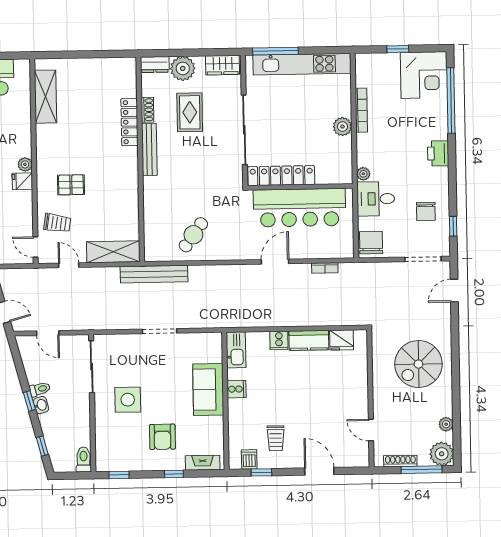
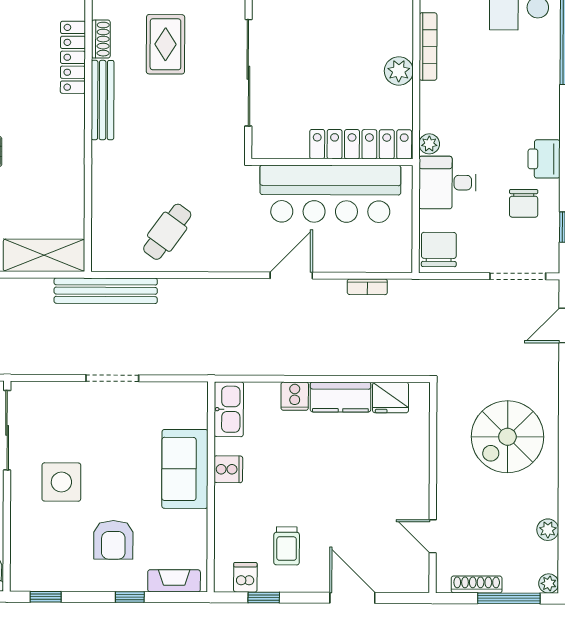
printer: (438, 153) -> (544, 159), moved
locker: (281, 176) -> (361, 144), moved
plant: (442, 454) -> (549, 584), width x0.53, depth x0.53

